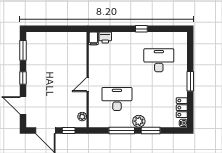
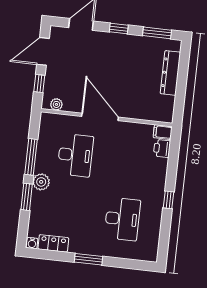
dresser: (51, 38) -> (170, 73), added
door: (88, 84) -> (100, 117), width x1.88

